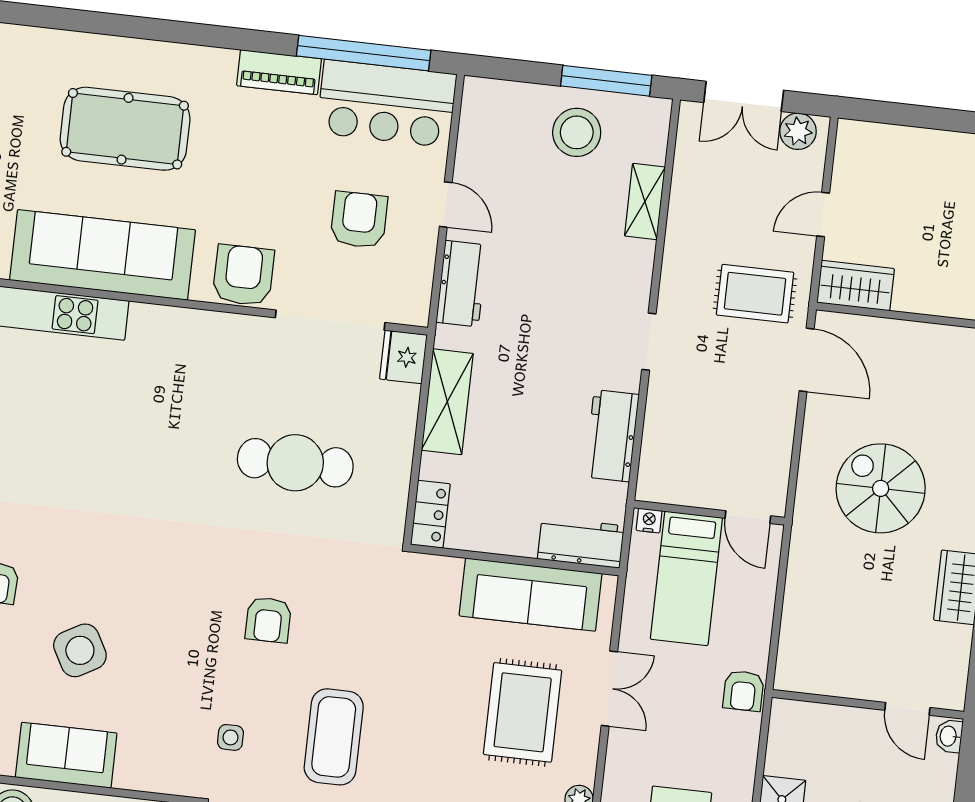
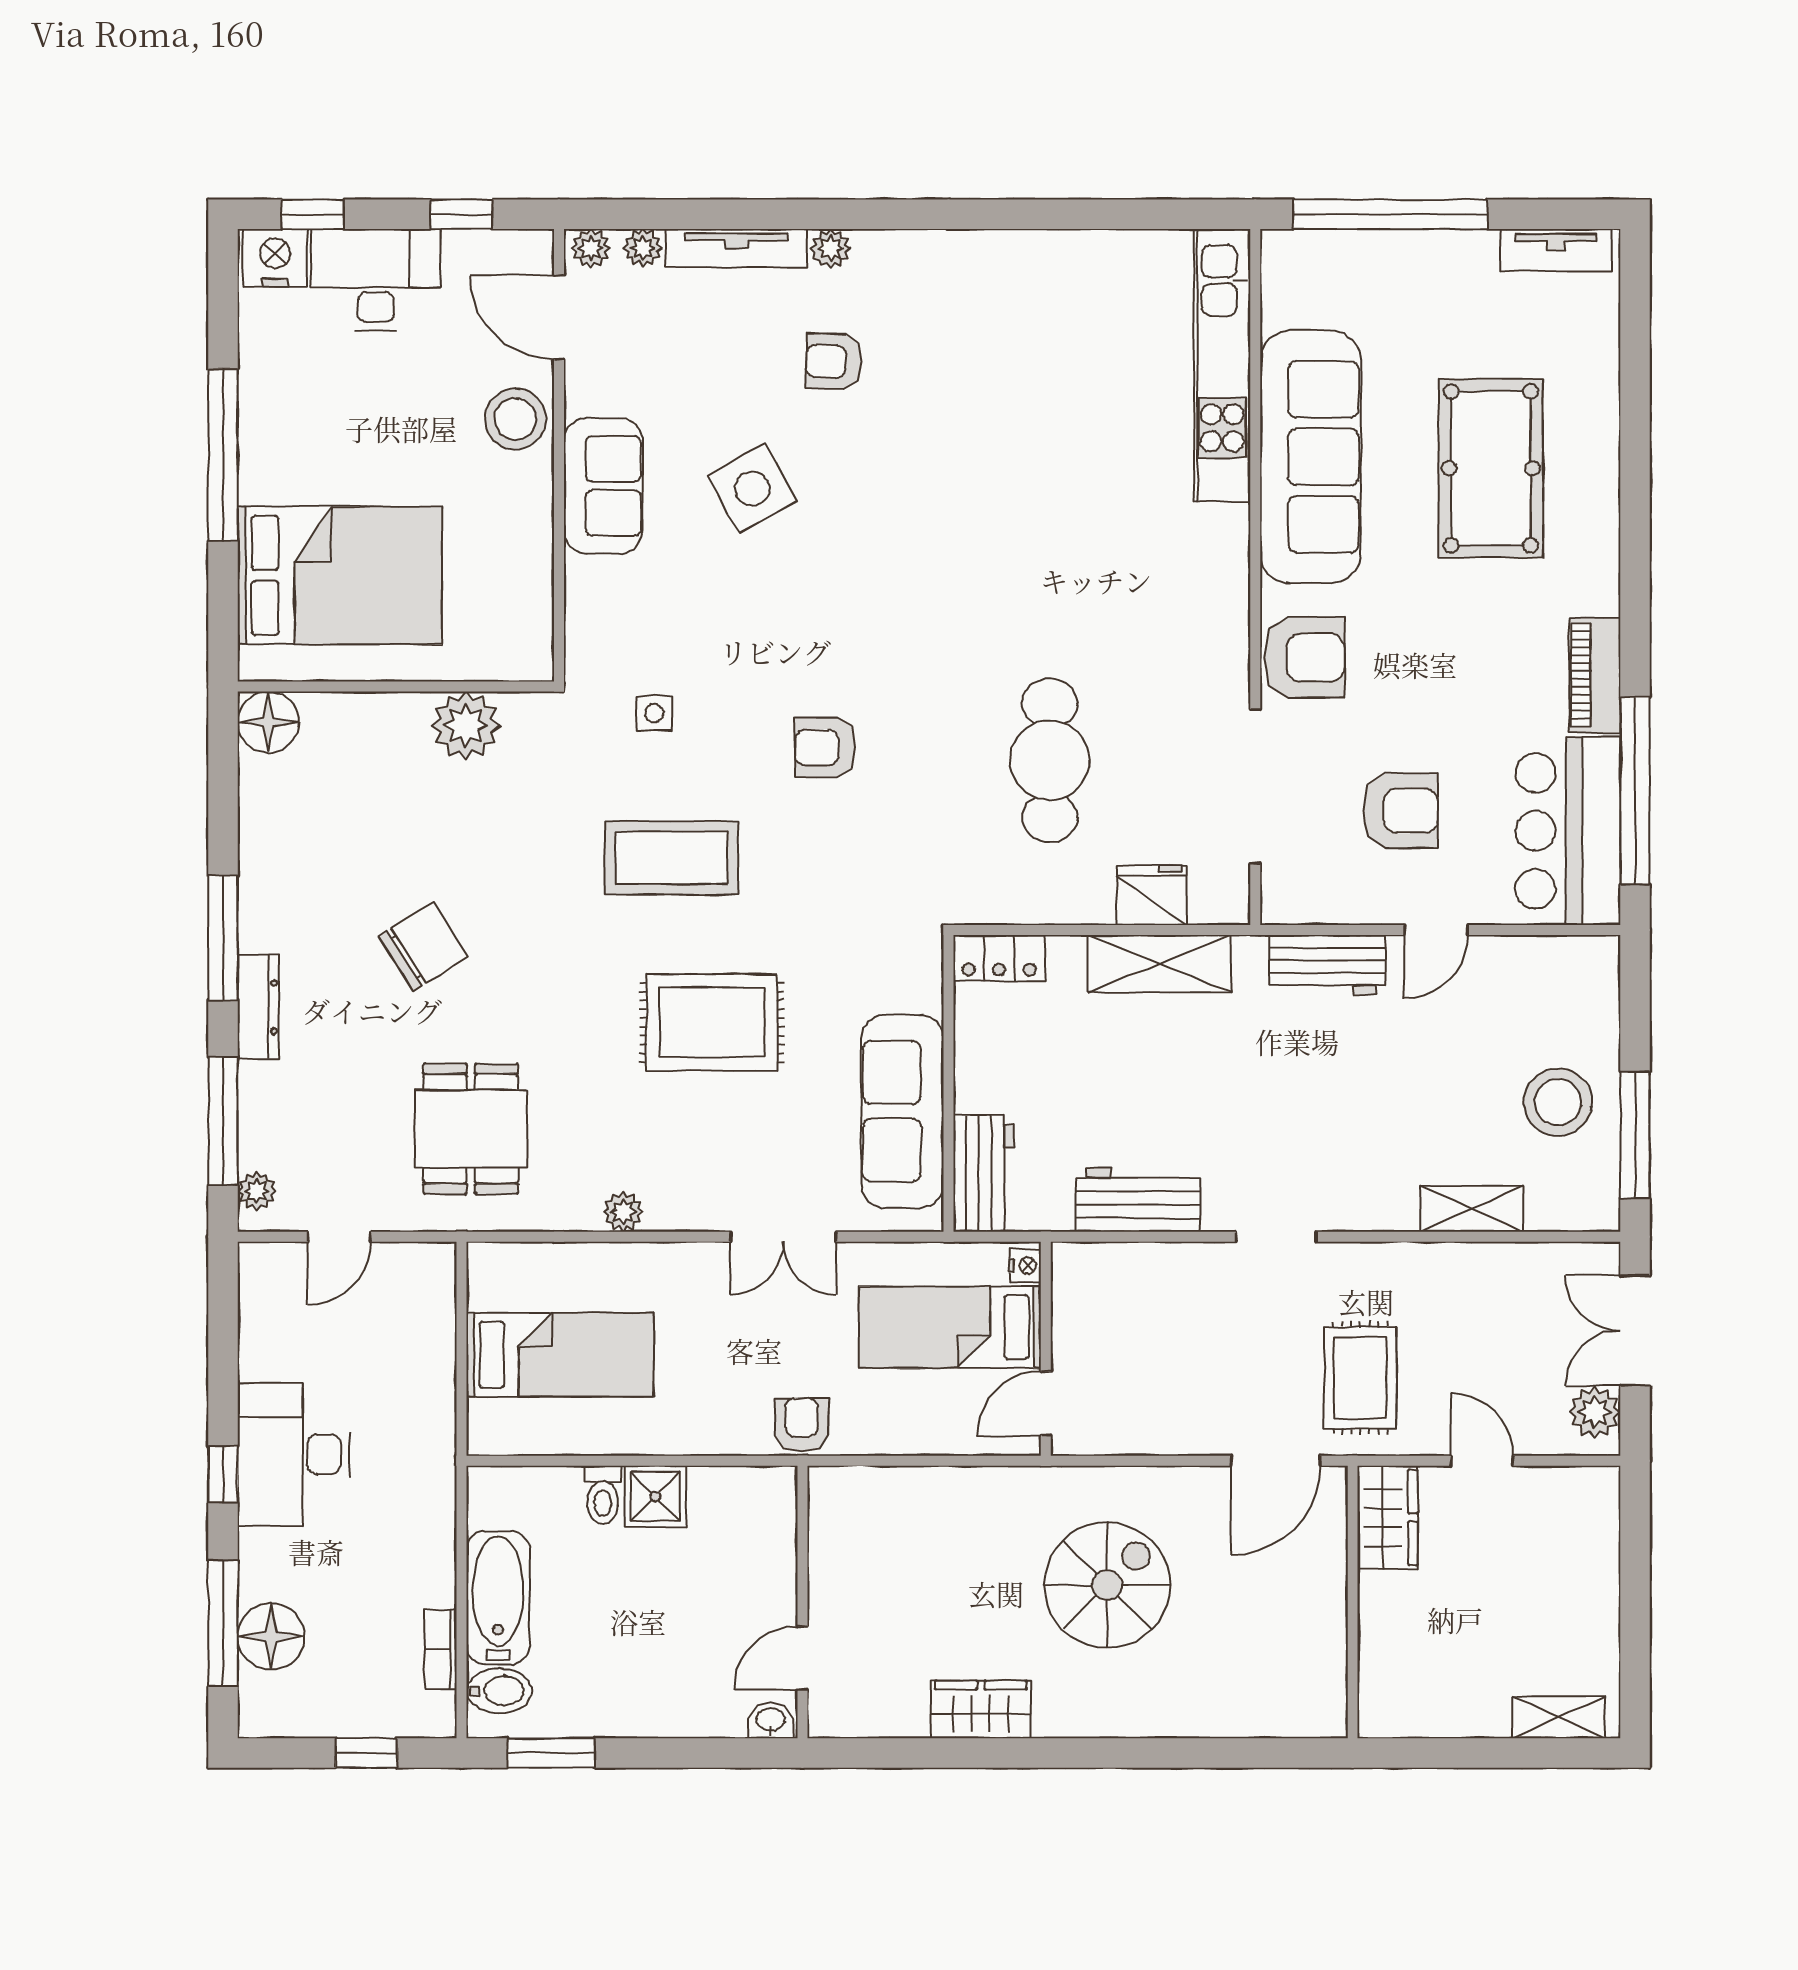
fridge: (403, 357) -> (1152, 895), moved
armchair: (743, 691) -> (802, 1425), turned 90
rug: (523, 712) -> (712, 1022), moved

